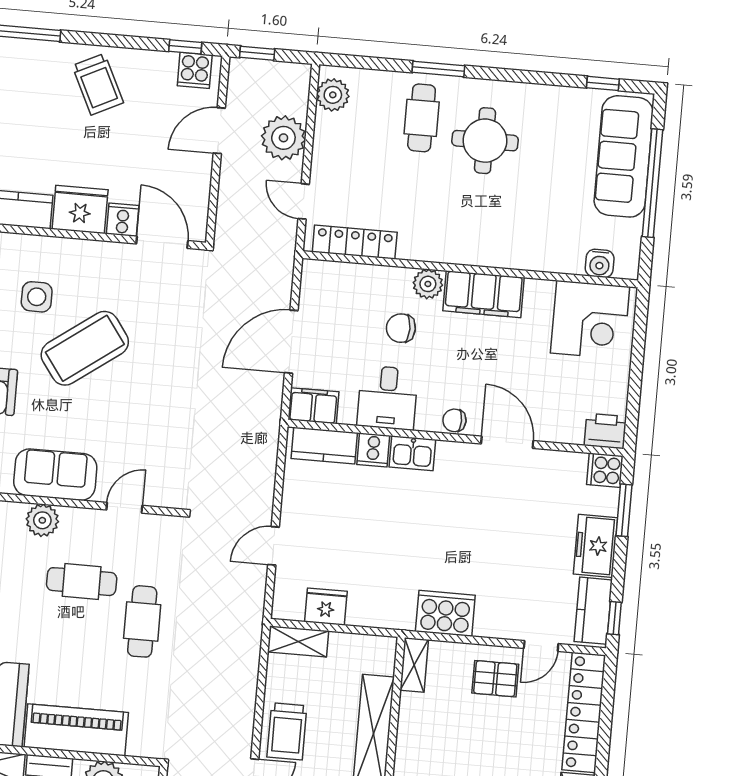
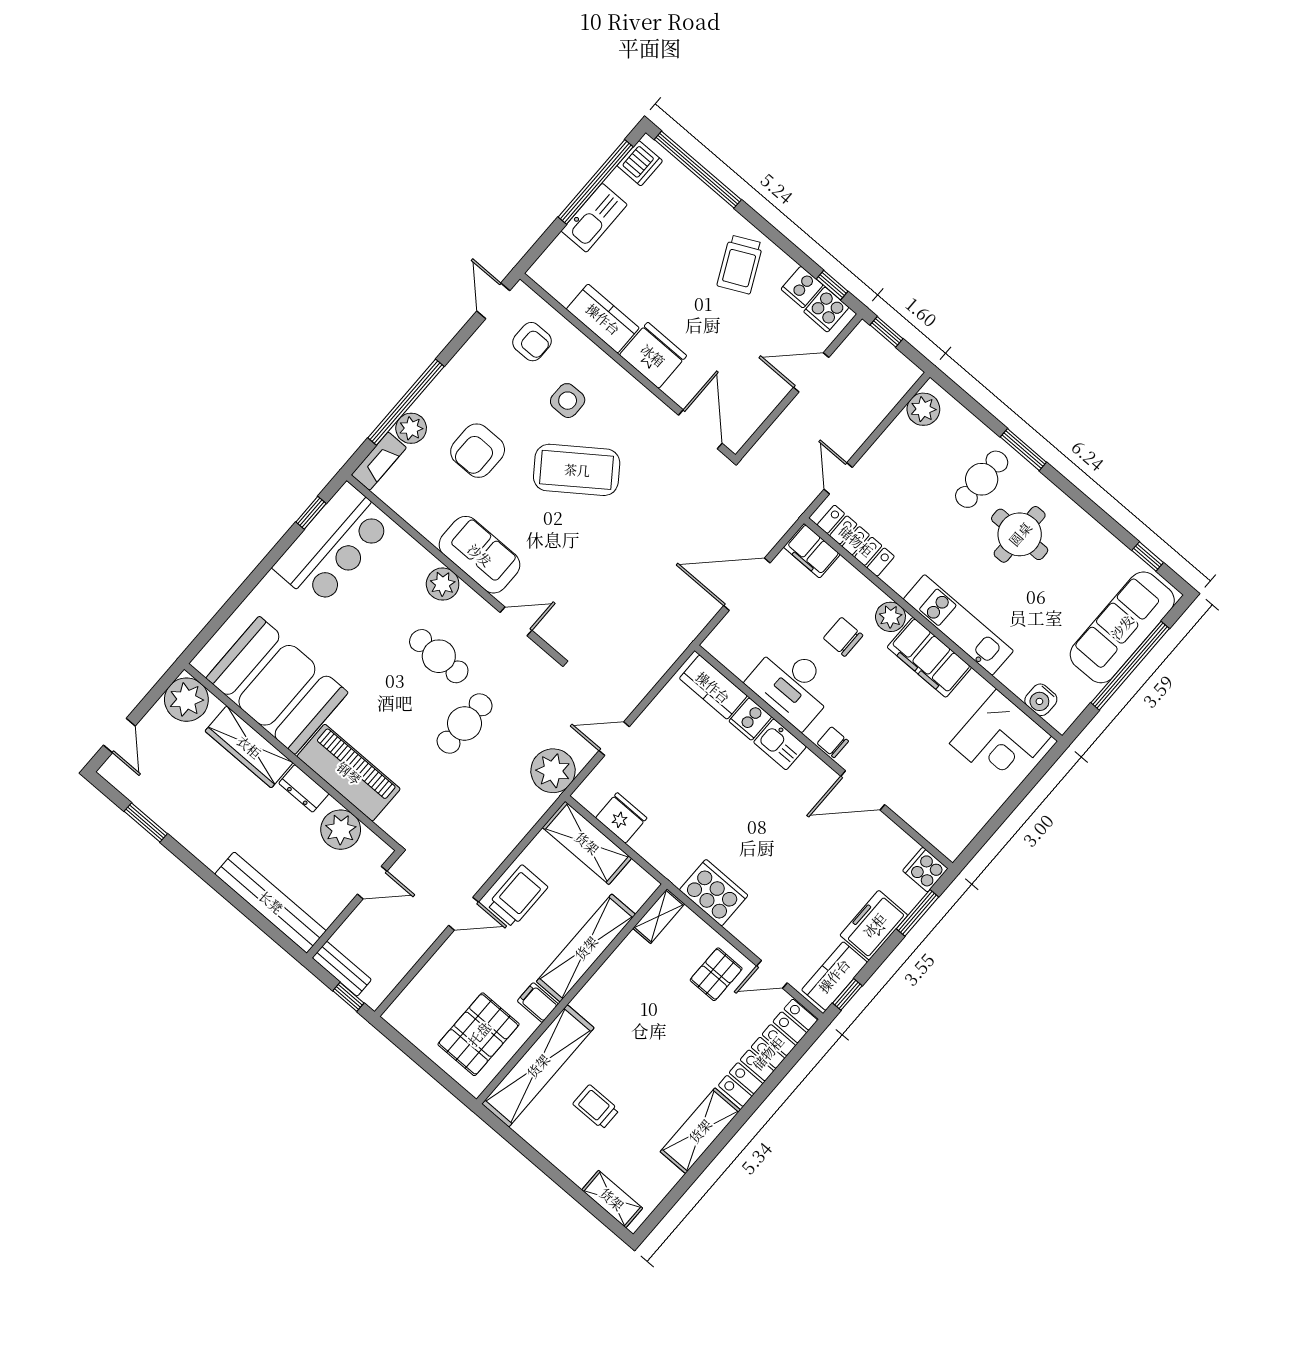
plant: (283, 138) -> (553, 771), moved
cooker: (123, 220) -> (802, 287), moved, turned 180
kitchen unit: (488, 251) -> (958, 625), added
desk: (387, 398) -> (792, 685), width x1.37
filing cabinet: (313, 406) -> (812, 551), moved, turned 180
printer: (605, 431) -> (948, 838), removed
door: (507, 442) -> (863, 790), swing flipped
shelving: (298, 641) -> (587, 843), width x1.50, depth x1.33
pallet: (495, 679) -> (716, 974), turned 90
trolley: (287, 731) -> (518, 896), turned 180

